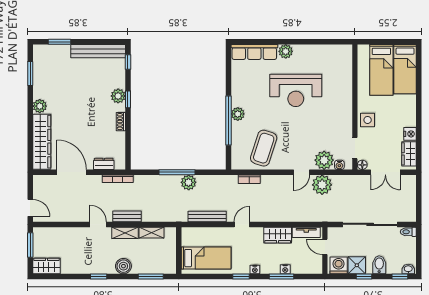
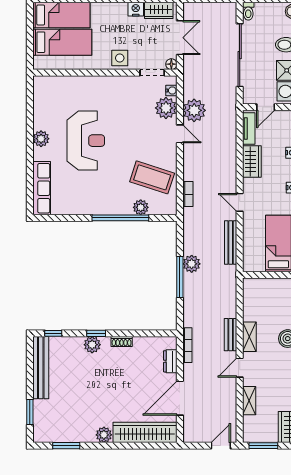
plant: (286, 51) -> (41, 139), moved
plant: (238, 114) -> (141, 207), moved
shelving: (151, 233) -> (249, 401), moved

